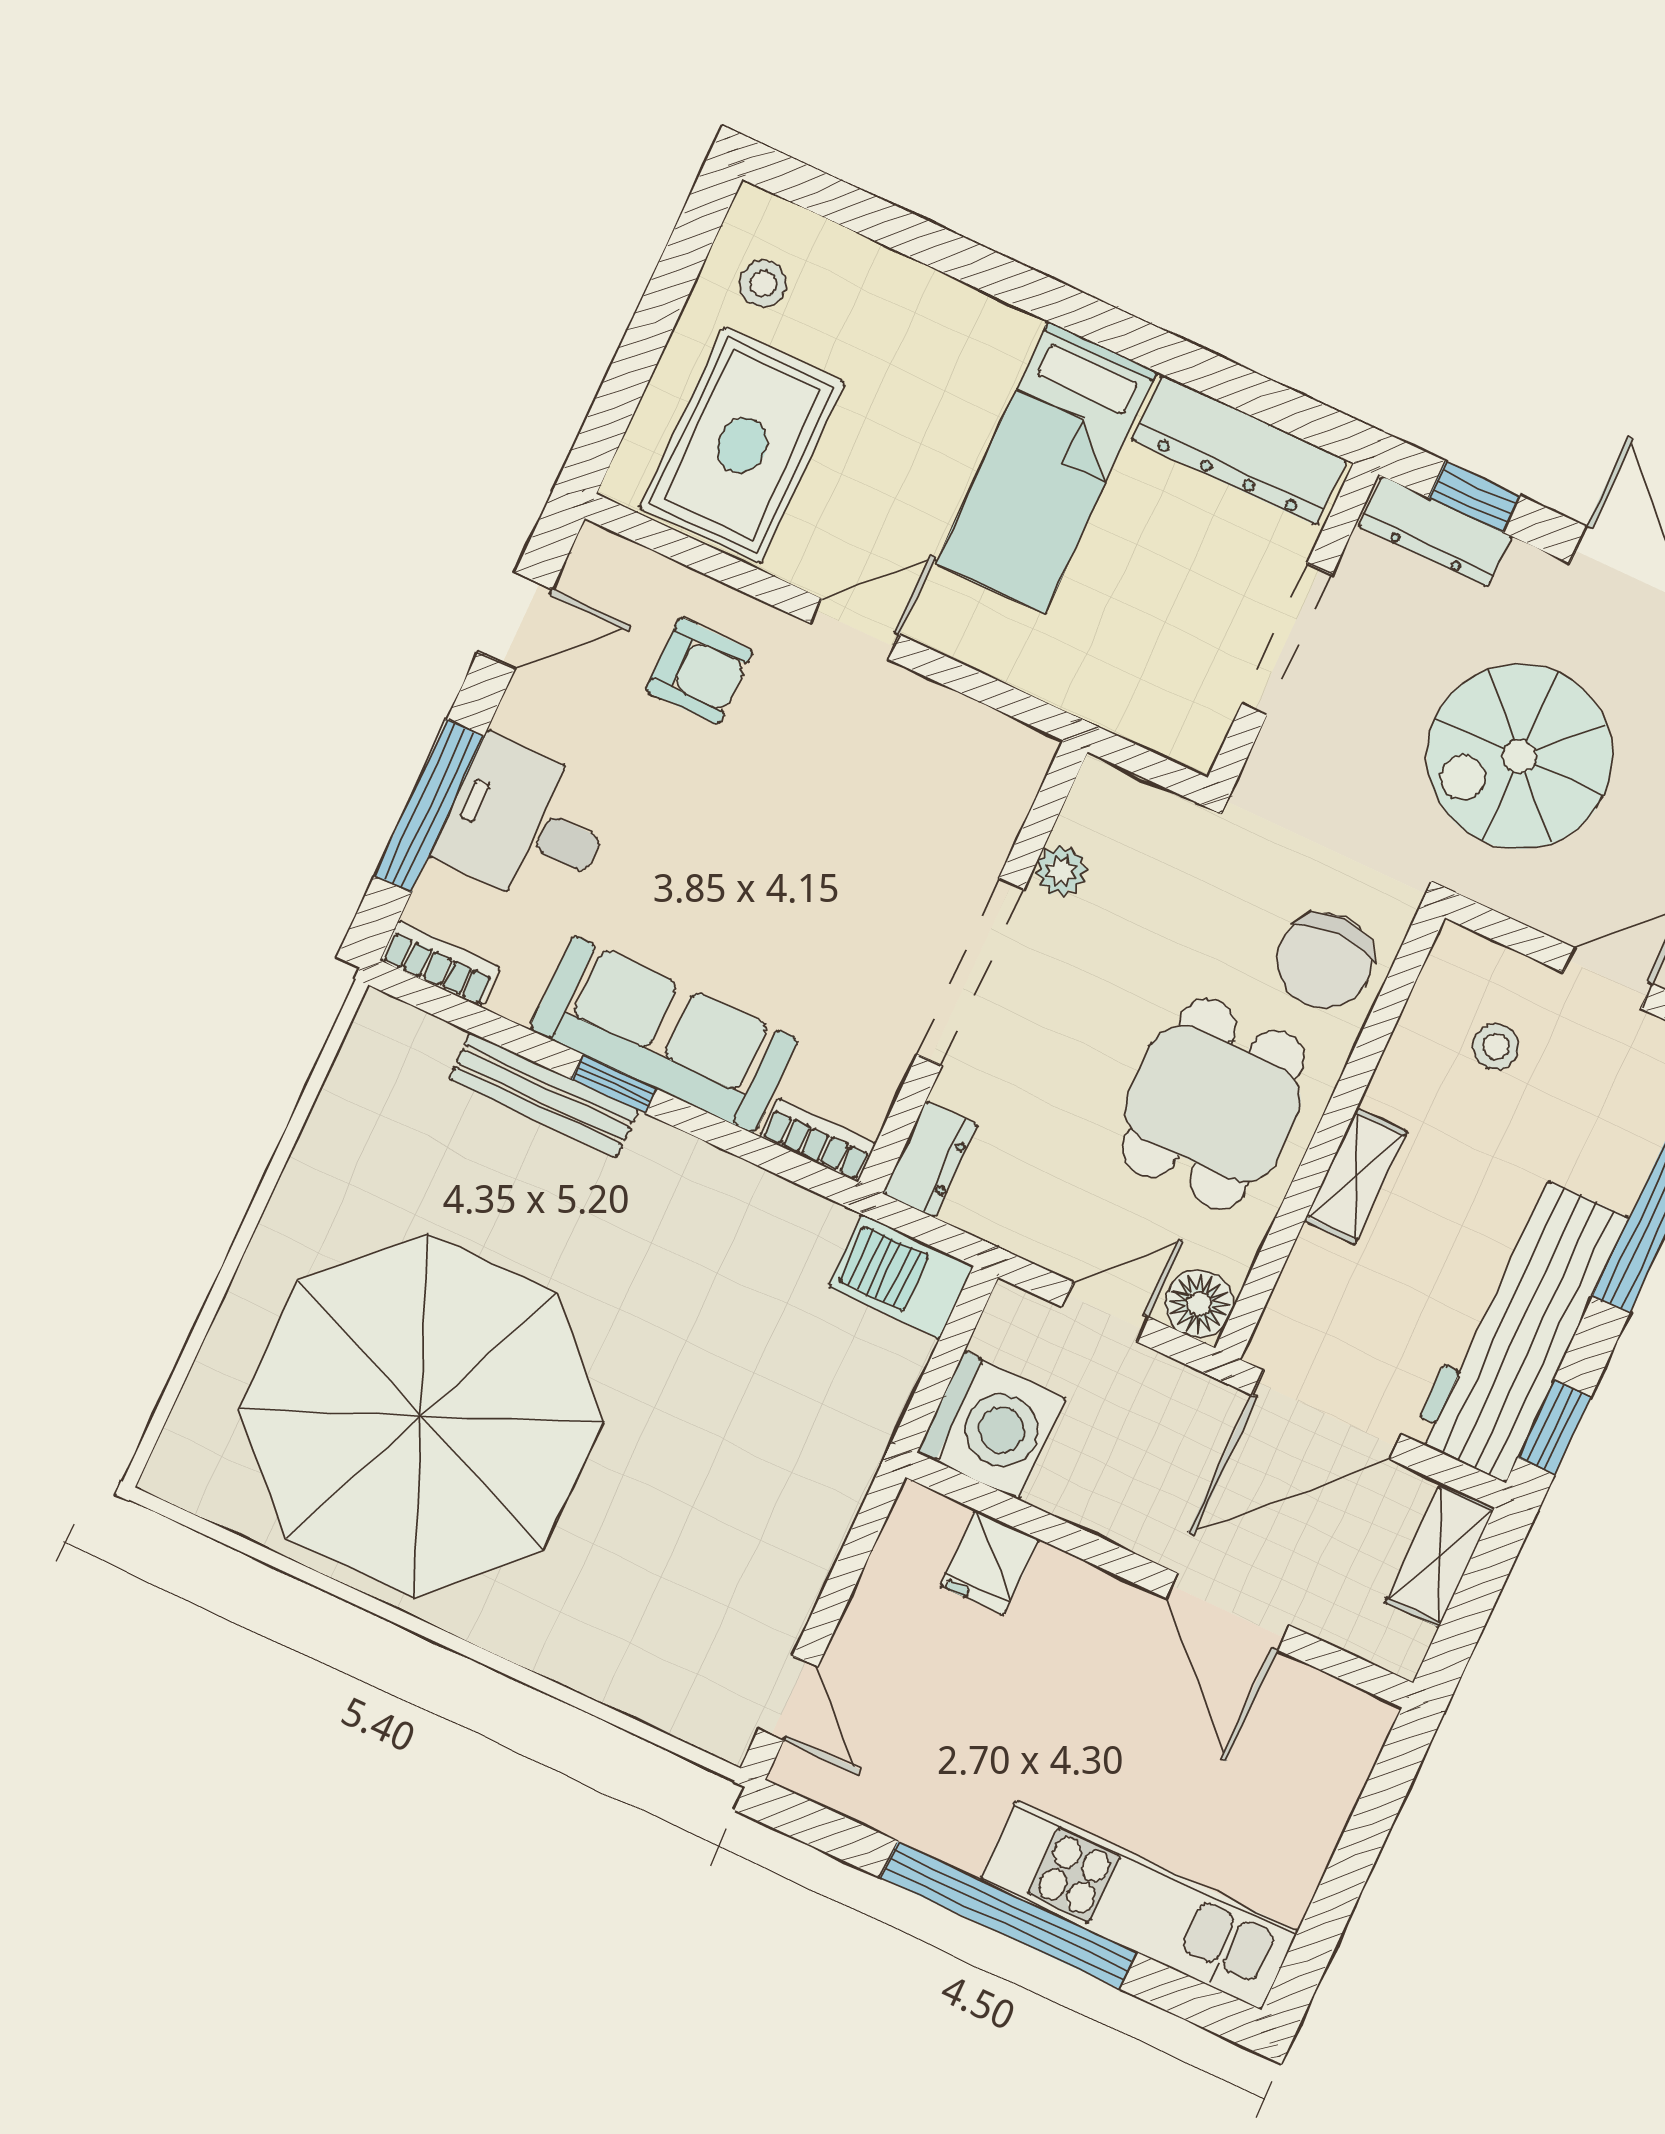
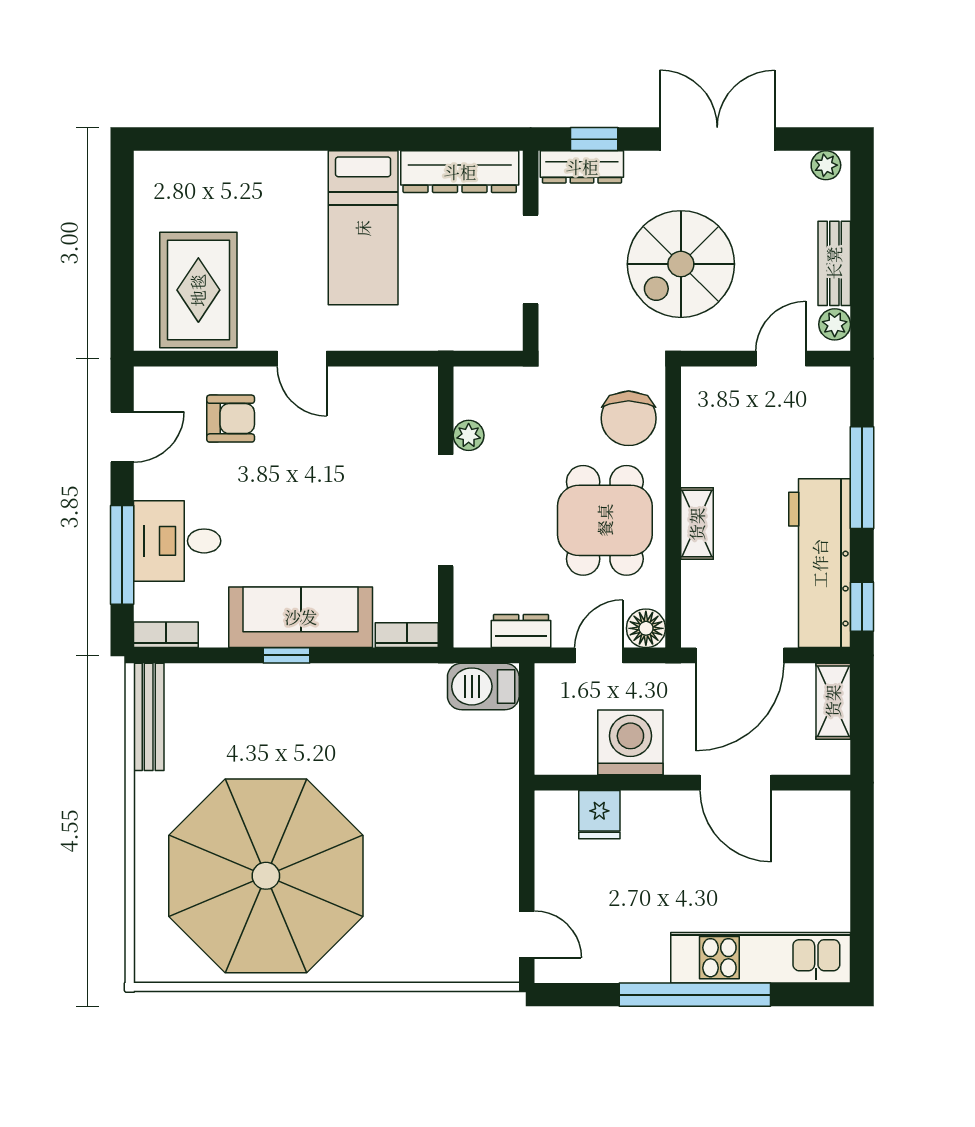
stool: (763, 284) -> (170, 200), removed
door: (855, 629) -> (302, 359), swing flipped
stool: (1496, 1047) -> (739, 422), removed
bench: (544, 1095) -> (149, 717), moved, turned 90
dresser: (930, 1159) -> (521, 631), moved, turned -90
washing machine: (991, 1425) -> (630, 742), moved, turned -90

